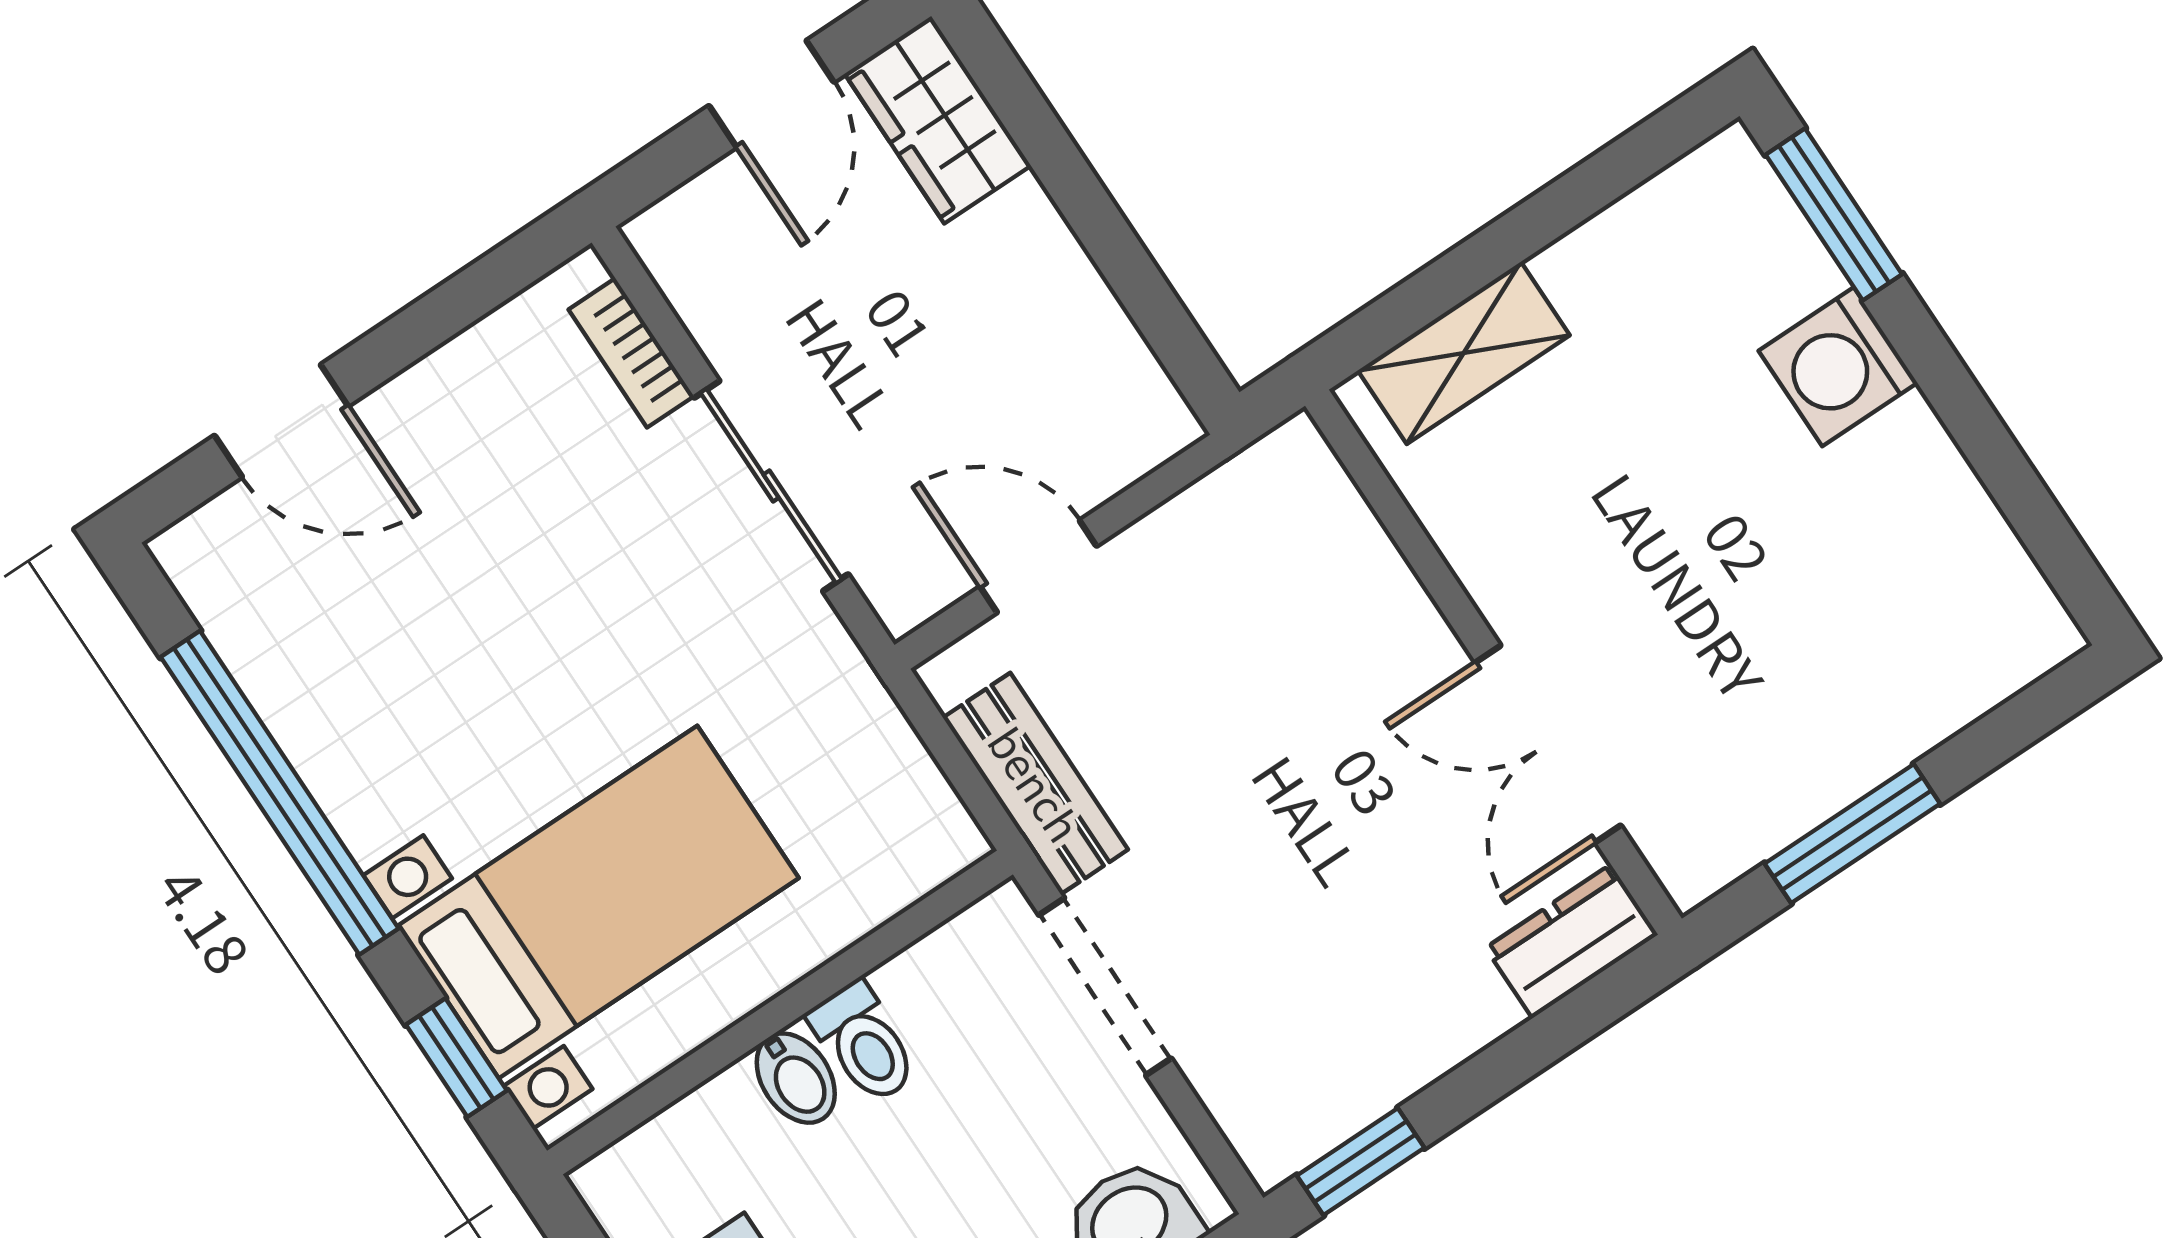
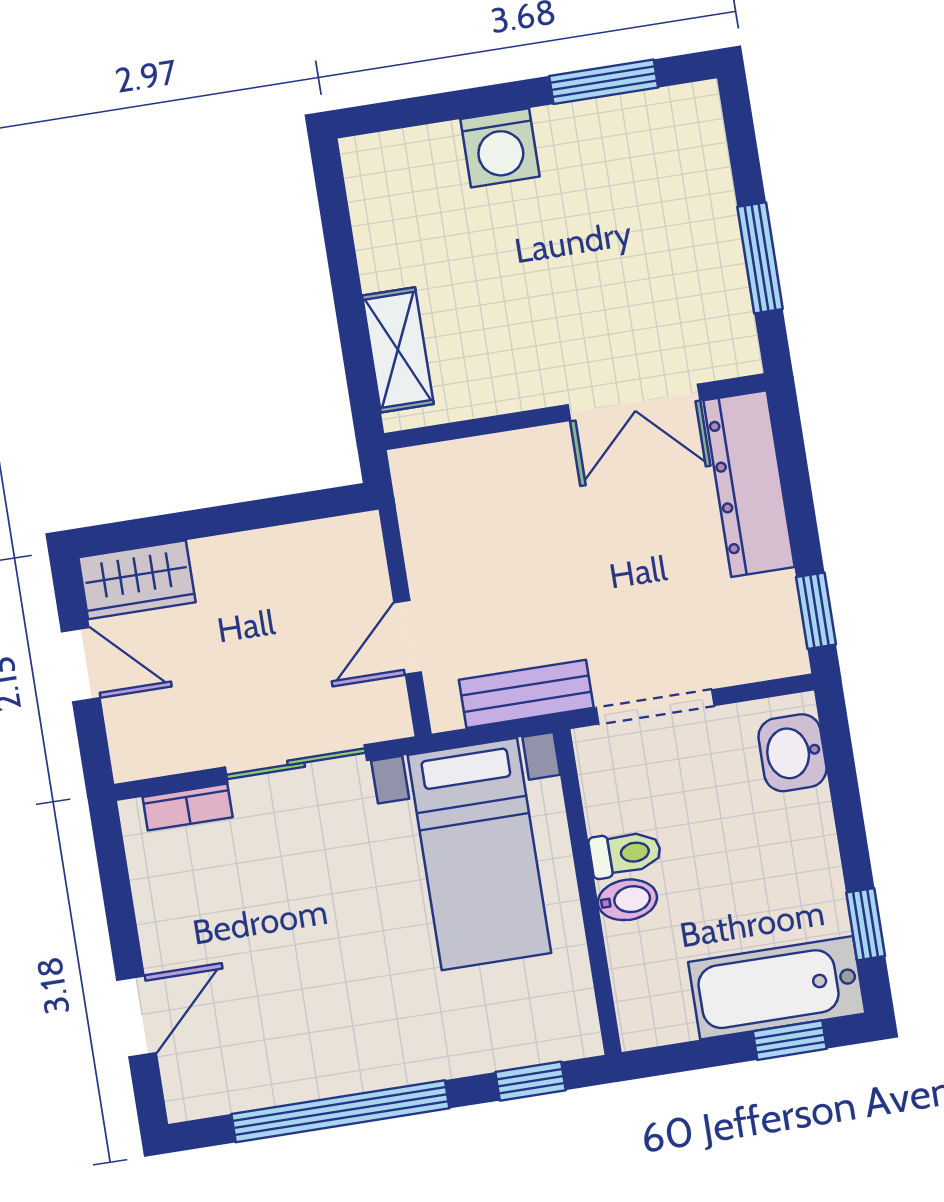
window: (1834, 214) -> (604, 82), moved
bed with nightstands: (598, 902) -> (479, 854), moved, turned 180
dresser: (1572, 941) -> (749, 484), width x1.96, depth x1.24

